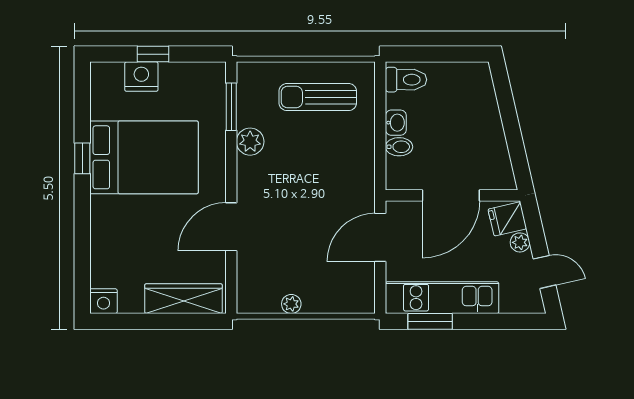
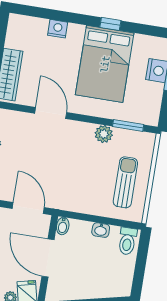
bidet: (399, 147) -> (63, 226), moved
nightstand: (103, 301) -> (58, 29), moved, turned 90

